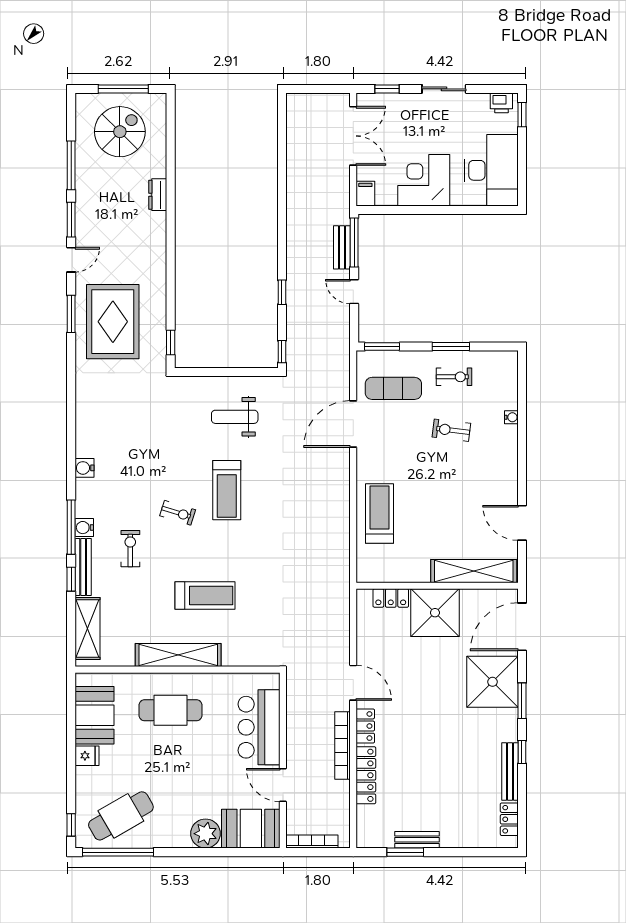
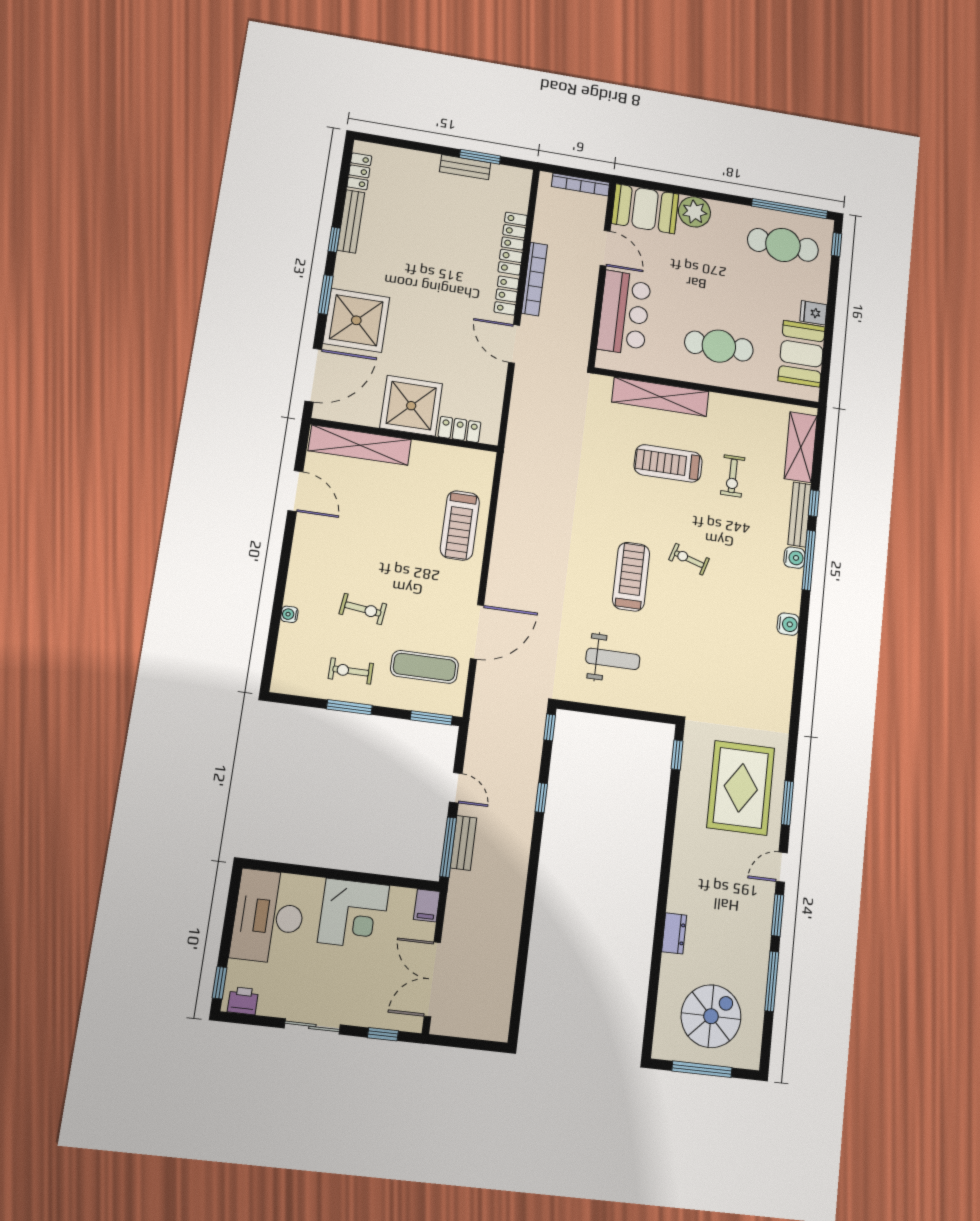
spiral stairs: (120, 132) -> (711, 1016), turned 180
exercise bike: (130, 549) -> (733, 476), moved
shelving: (178, 655) -> (660, 397), moved
cafe table: (121, 816) -> (783, 245), turned 32

